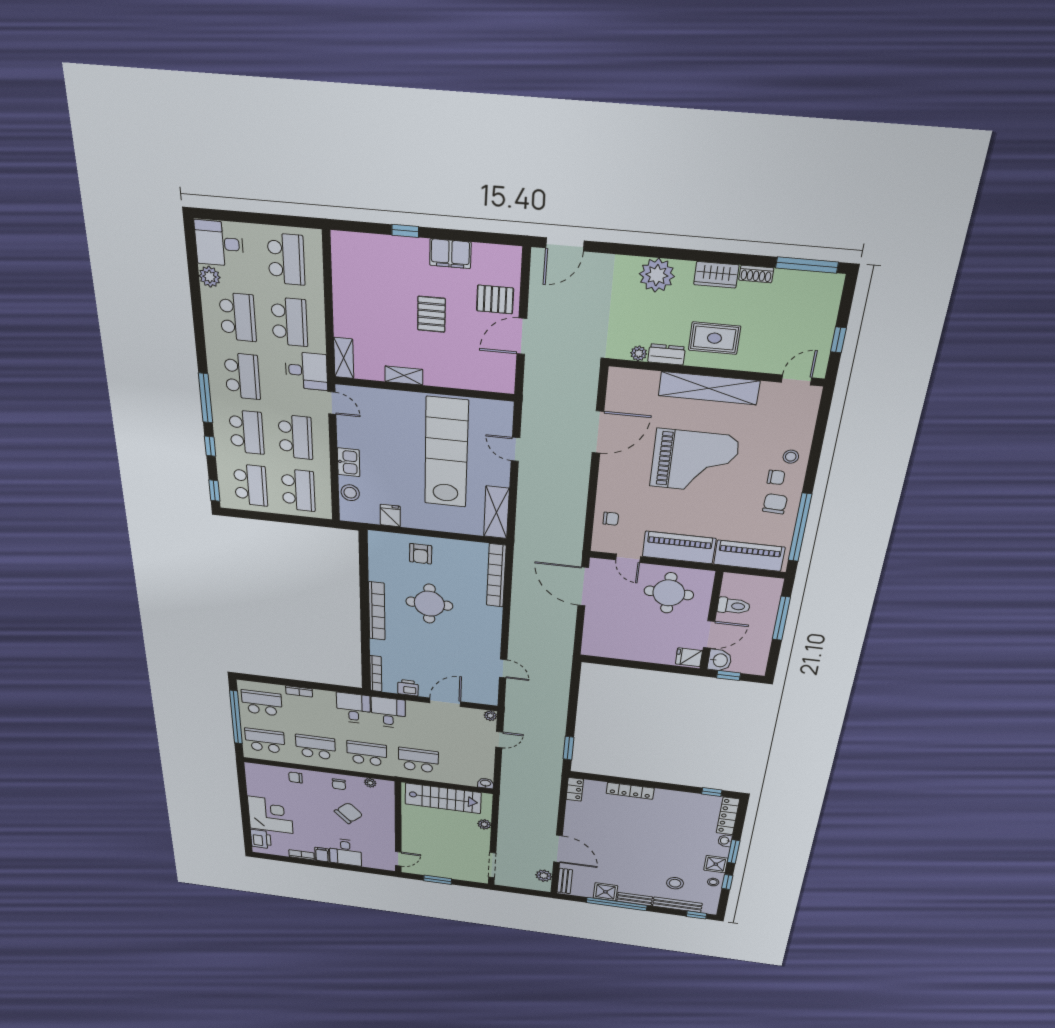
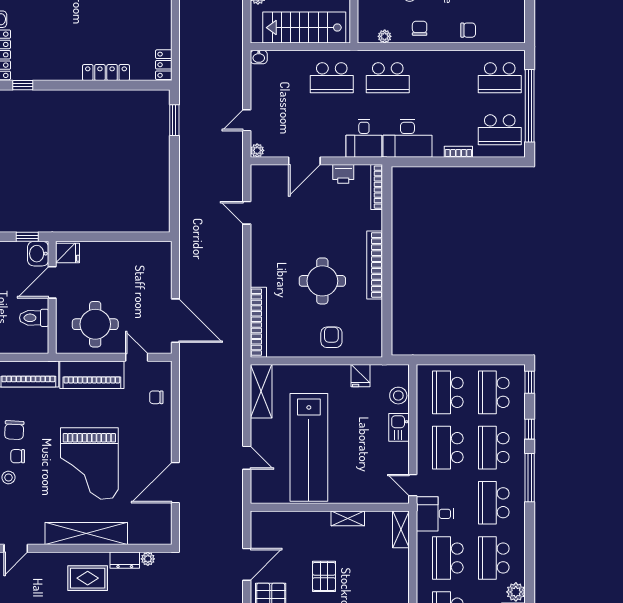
grand piano: (694, 461) -> (89, 464), turned -90
desk: (353, 708) -> (407, 138), width x1.37
school desk: (316, 747) -> (444, 78), removed

